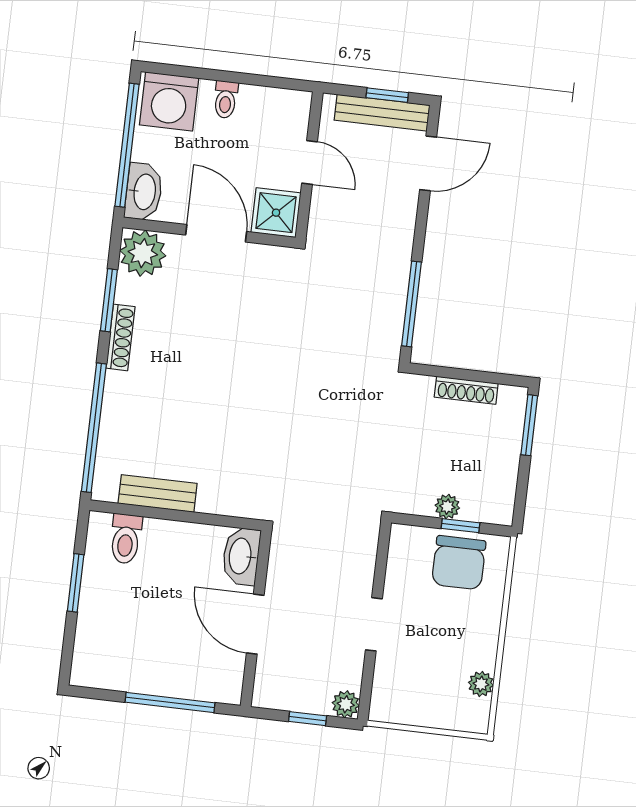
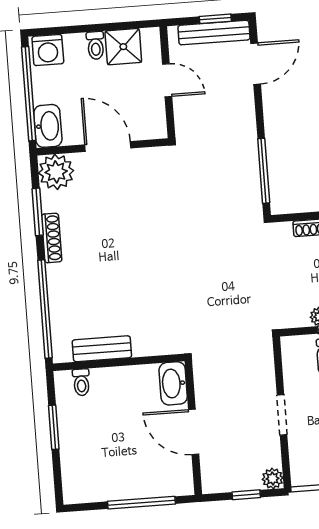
washing machine: (169, 101) -> (48, 50), width x0.73, depth x0.73
shower: (276, 213) -> (123, 47), moved
toilet: (126, 539) -> (81, 382), width x0.73, depth x0.72

